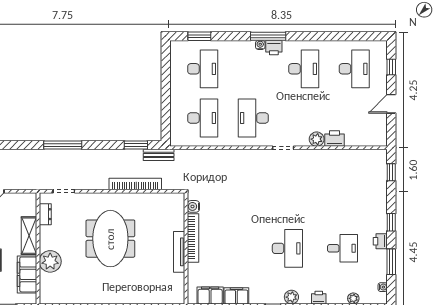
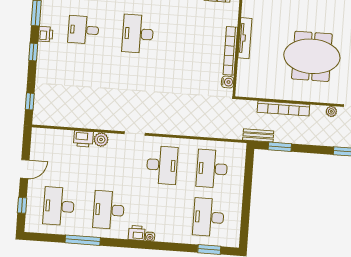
window: (268, 36) -> (83, 240), moved
plant: (87, 184) -> (331, 111), added
meeting table: (110, 239) -> (312, 56), turned 90

